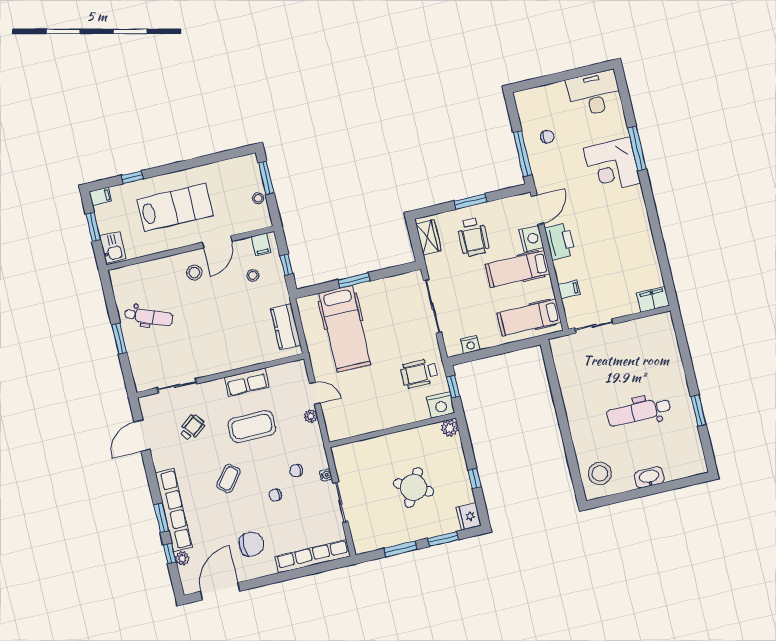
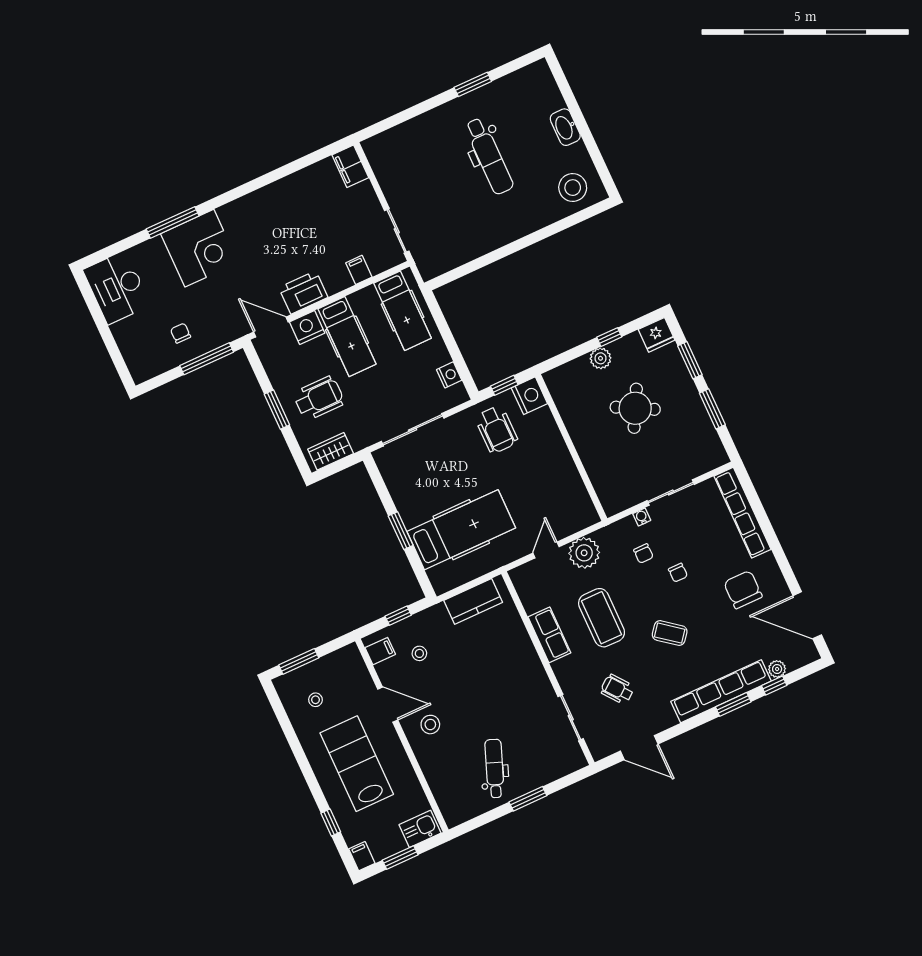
stool: (258, 198) -> (316, 700), moved
plant: (311, 416) -> (584, 553), width x1.87, depth x1.87
plant: (450, 428) -> (601, 358), moved

